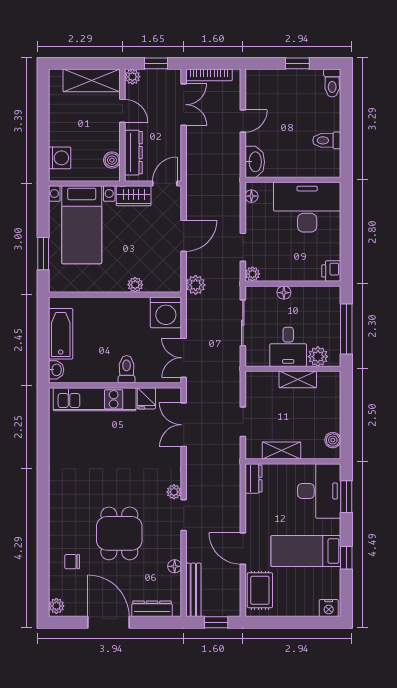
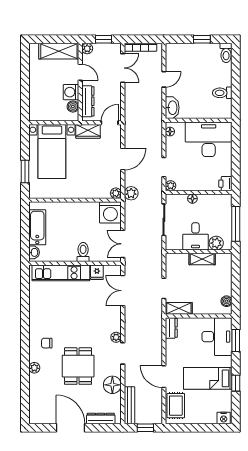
washing machine: (60, 158) -> (71, 92), moved, turned 180
plant: (135, 285) -> (116, 193), moved
shelving: (281, 451) -> (179, 308), moved
chair: (72, 562) -> (47, 343), moved
floor lamp: (175, 566) -> (112, 385), width x1.89, depth x1.89
plant: (56, 606) -> (34, 368), moved

